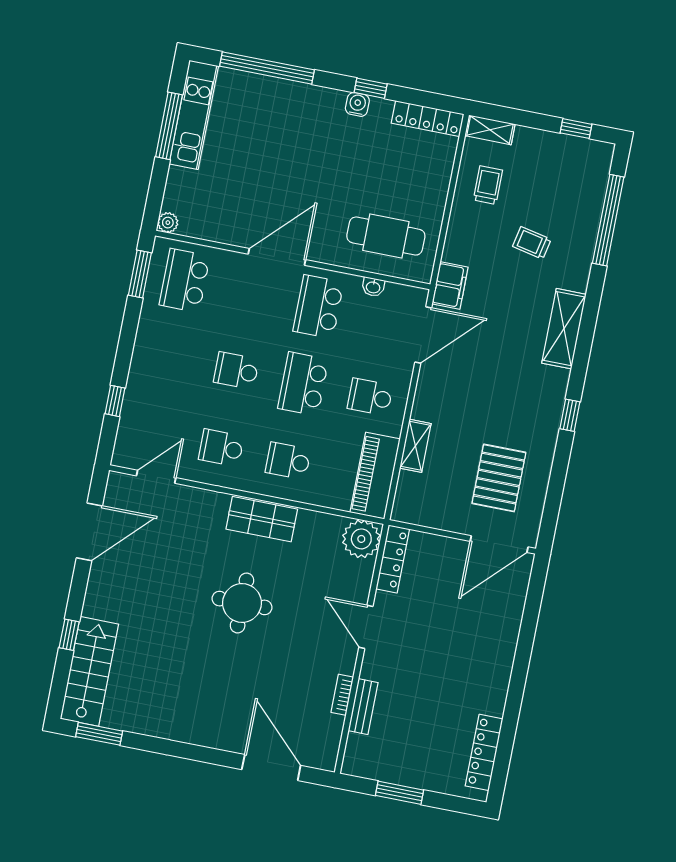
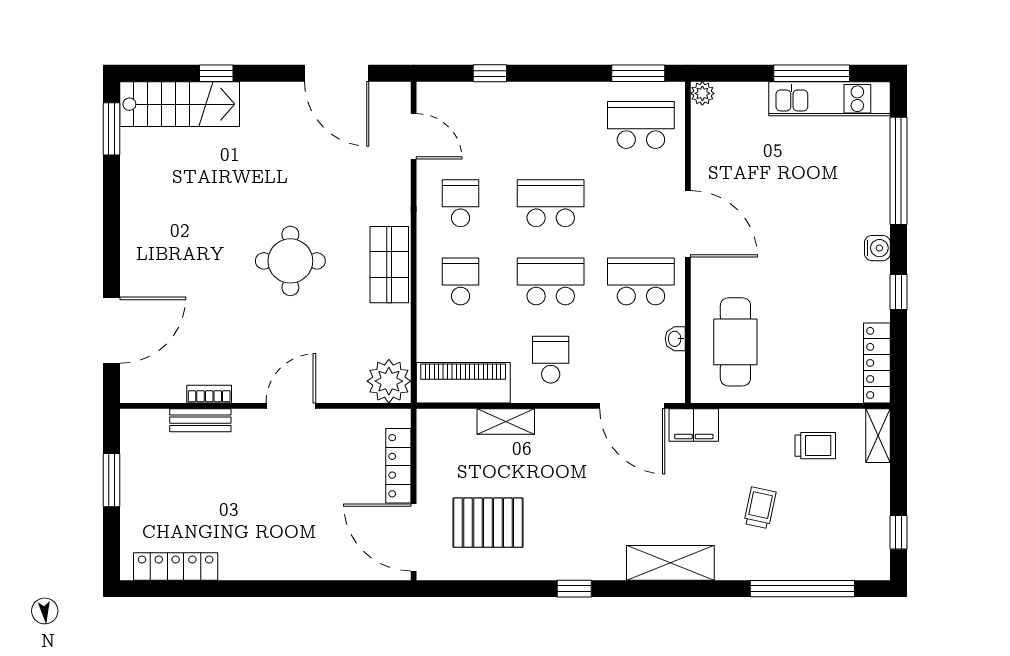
water cooler: (357, 104) -> (877, 248), moved
school desk: (236, 371) -> (551, 203), width x1.85
locker: (393, 559) -> (398, 466), moved, turned 90

